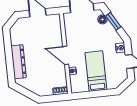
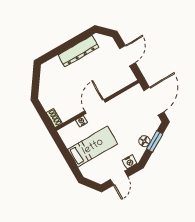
floor lamp: (102, 19) -> (144, 141), moved
dresser: (19, 62) -> (78, 51), moved

